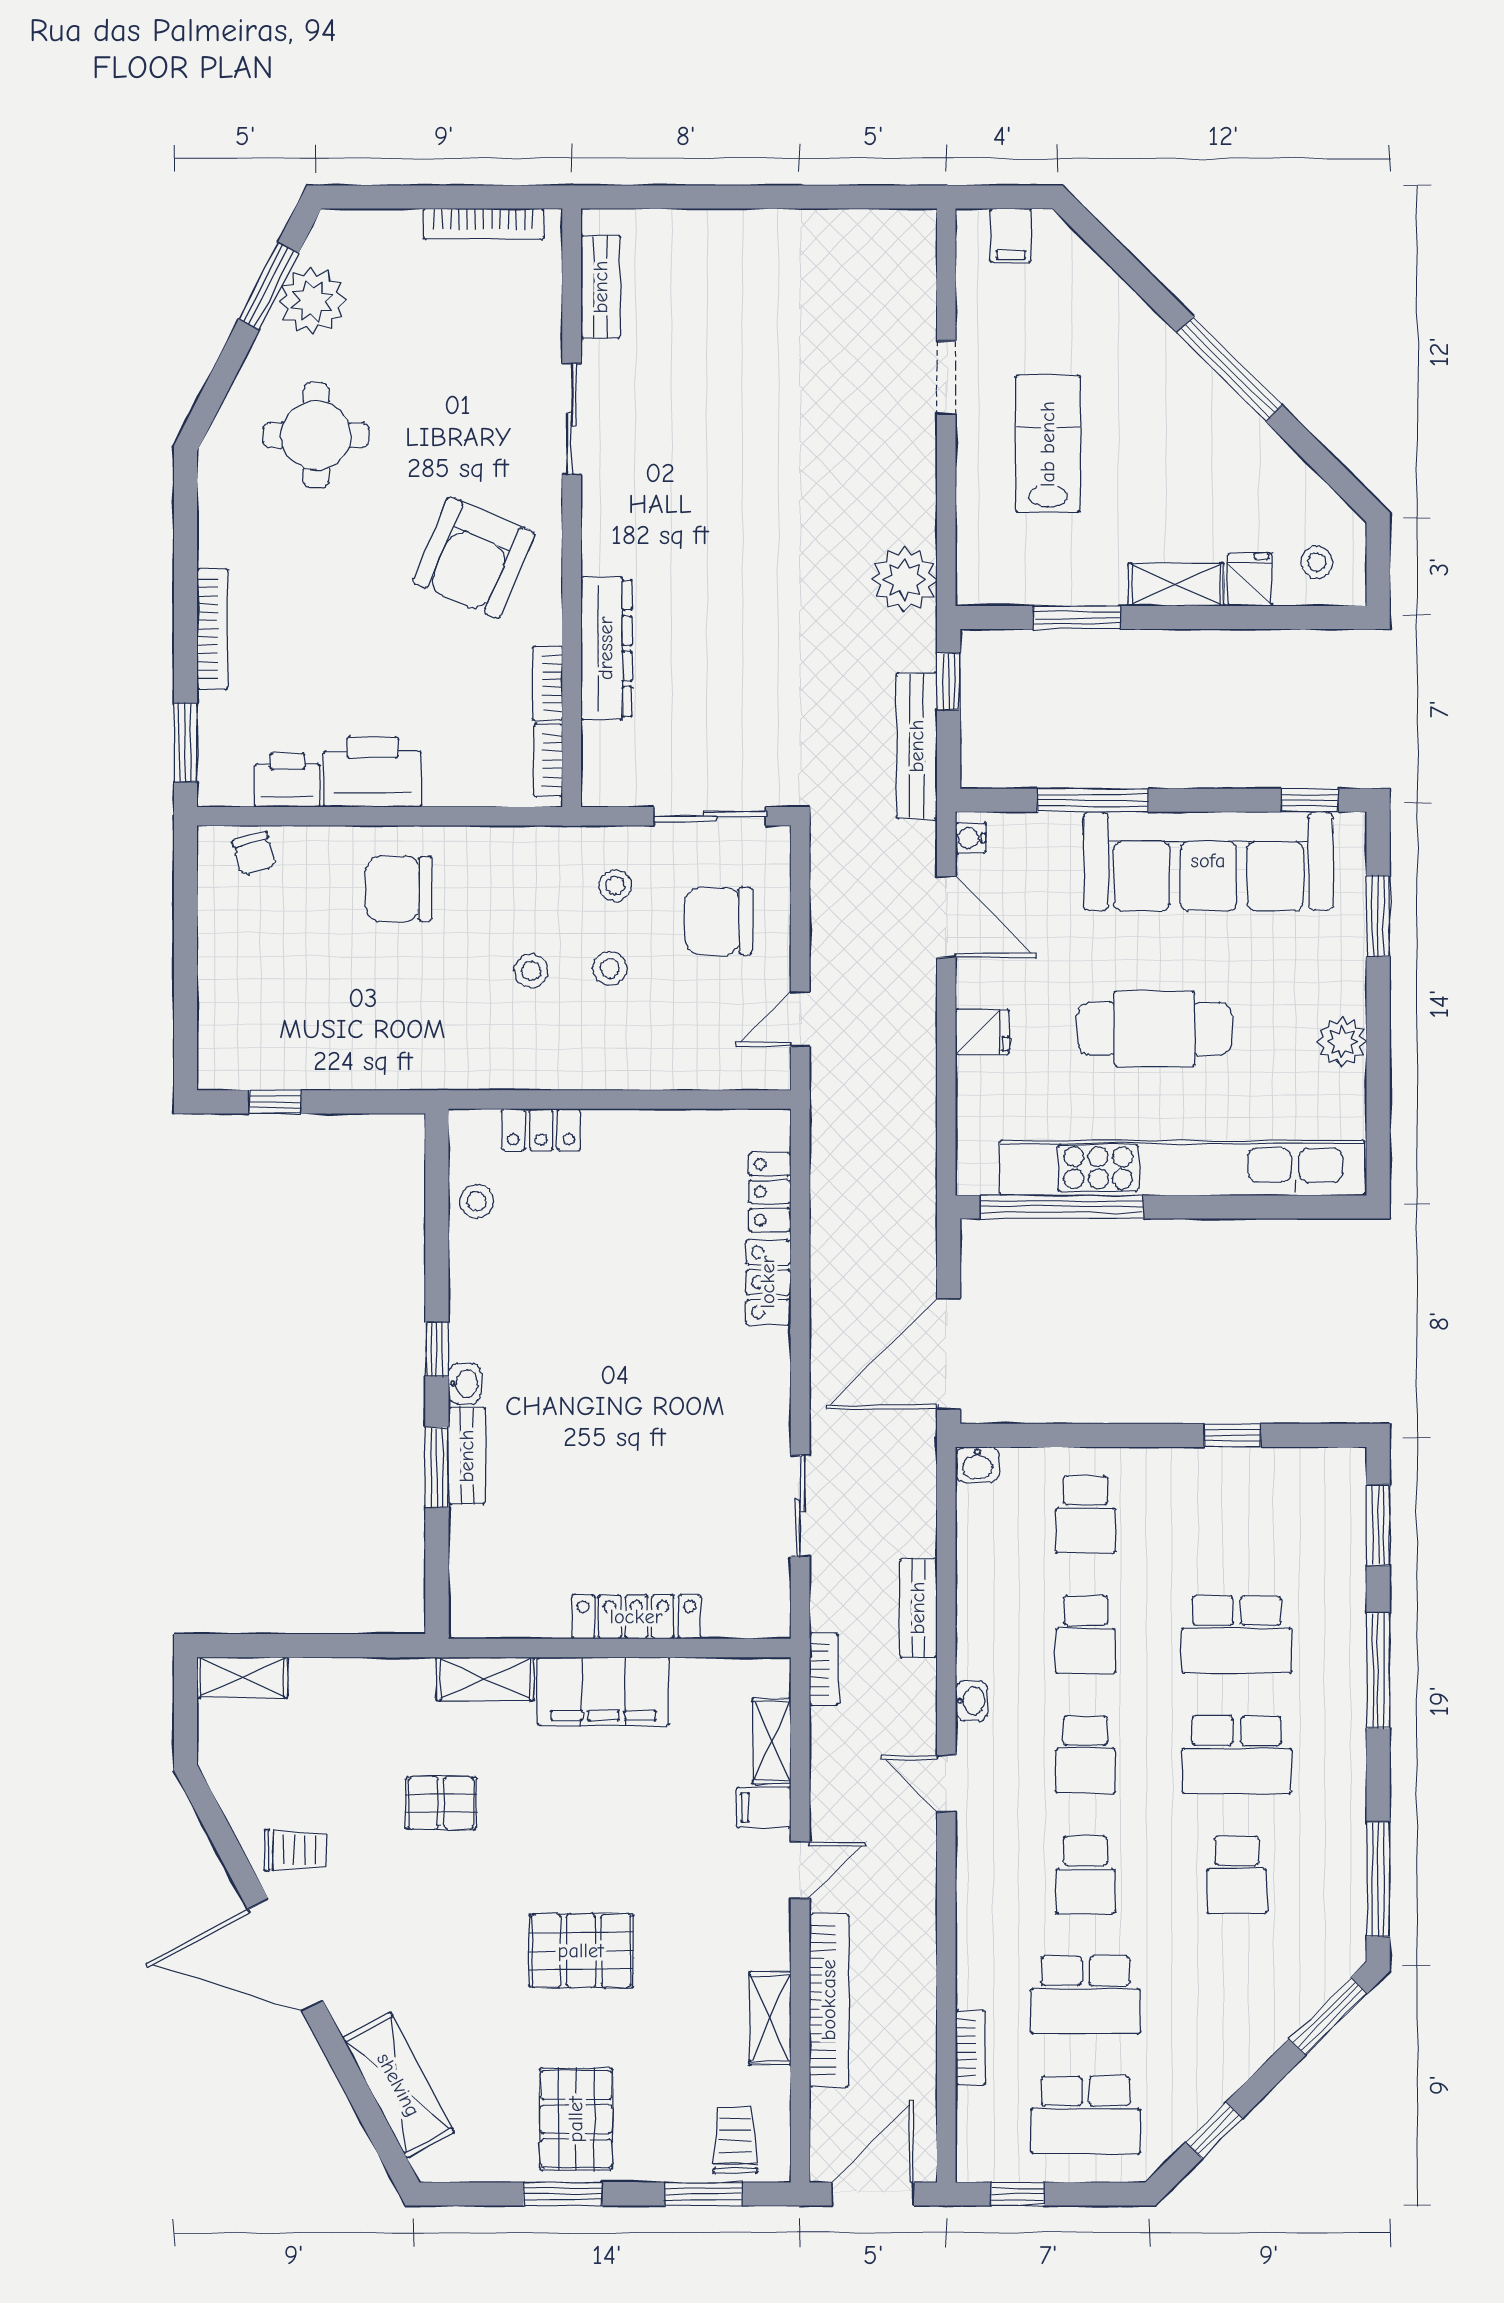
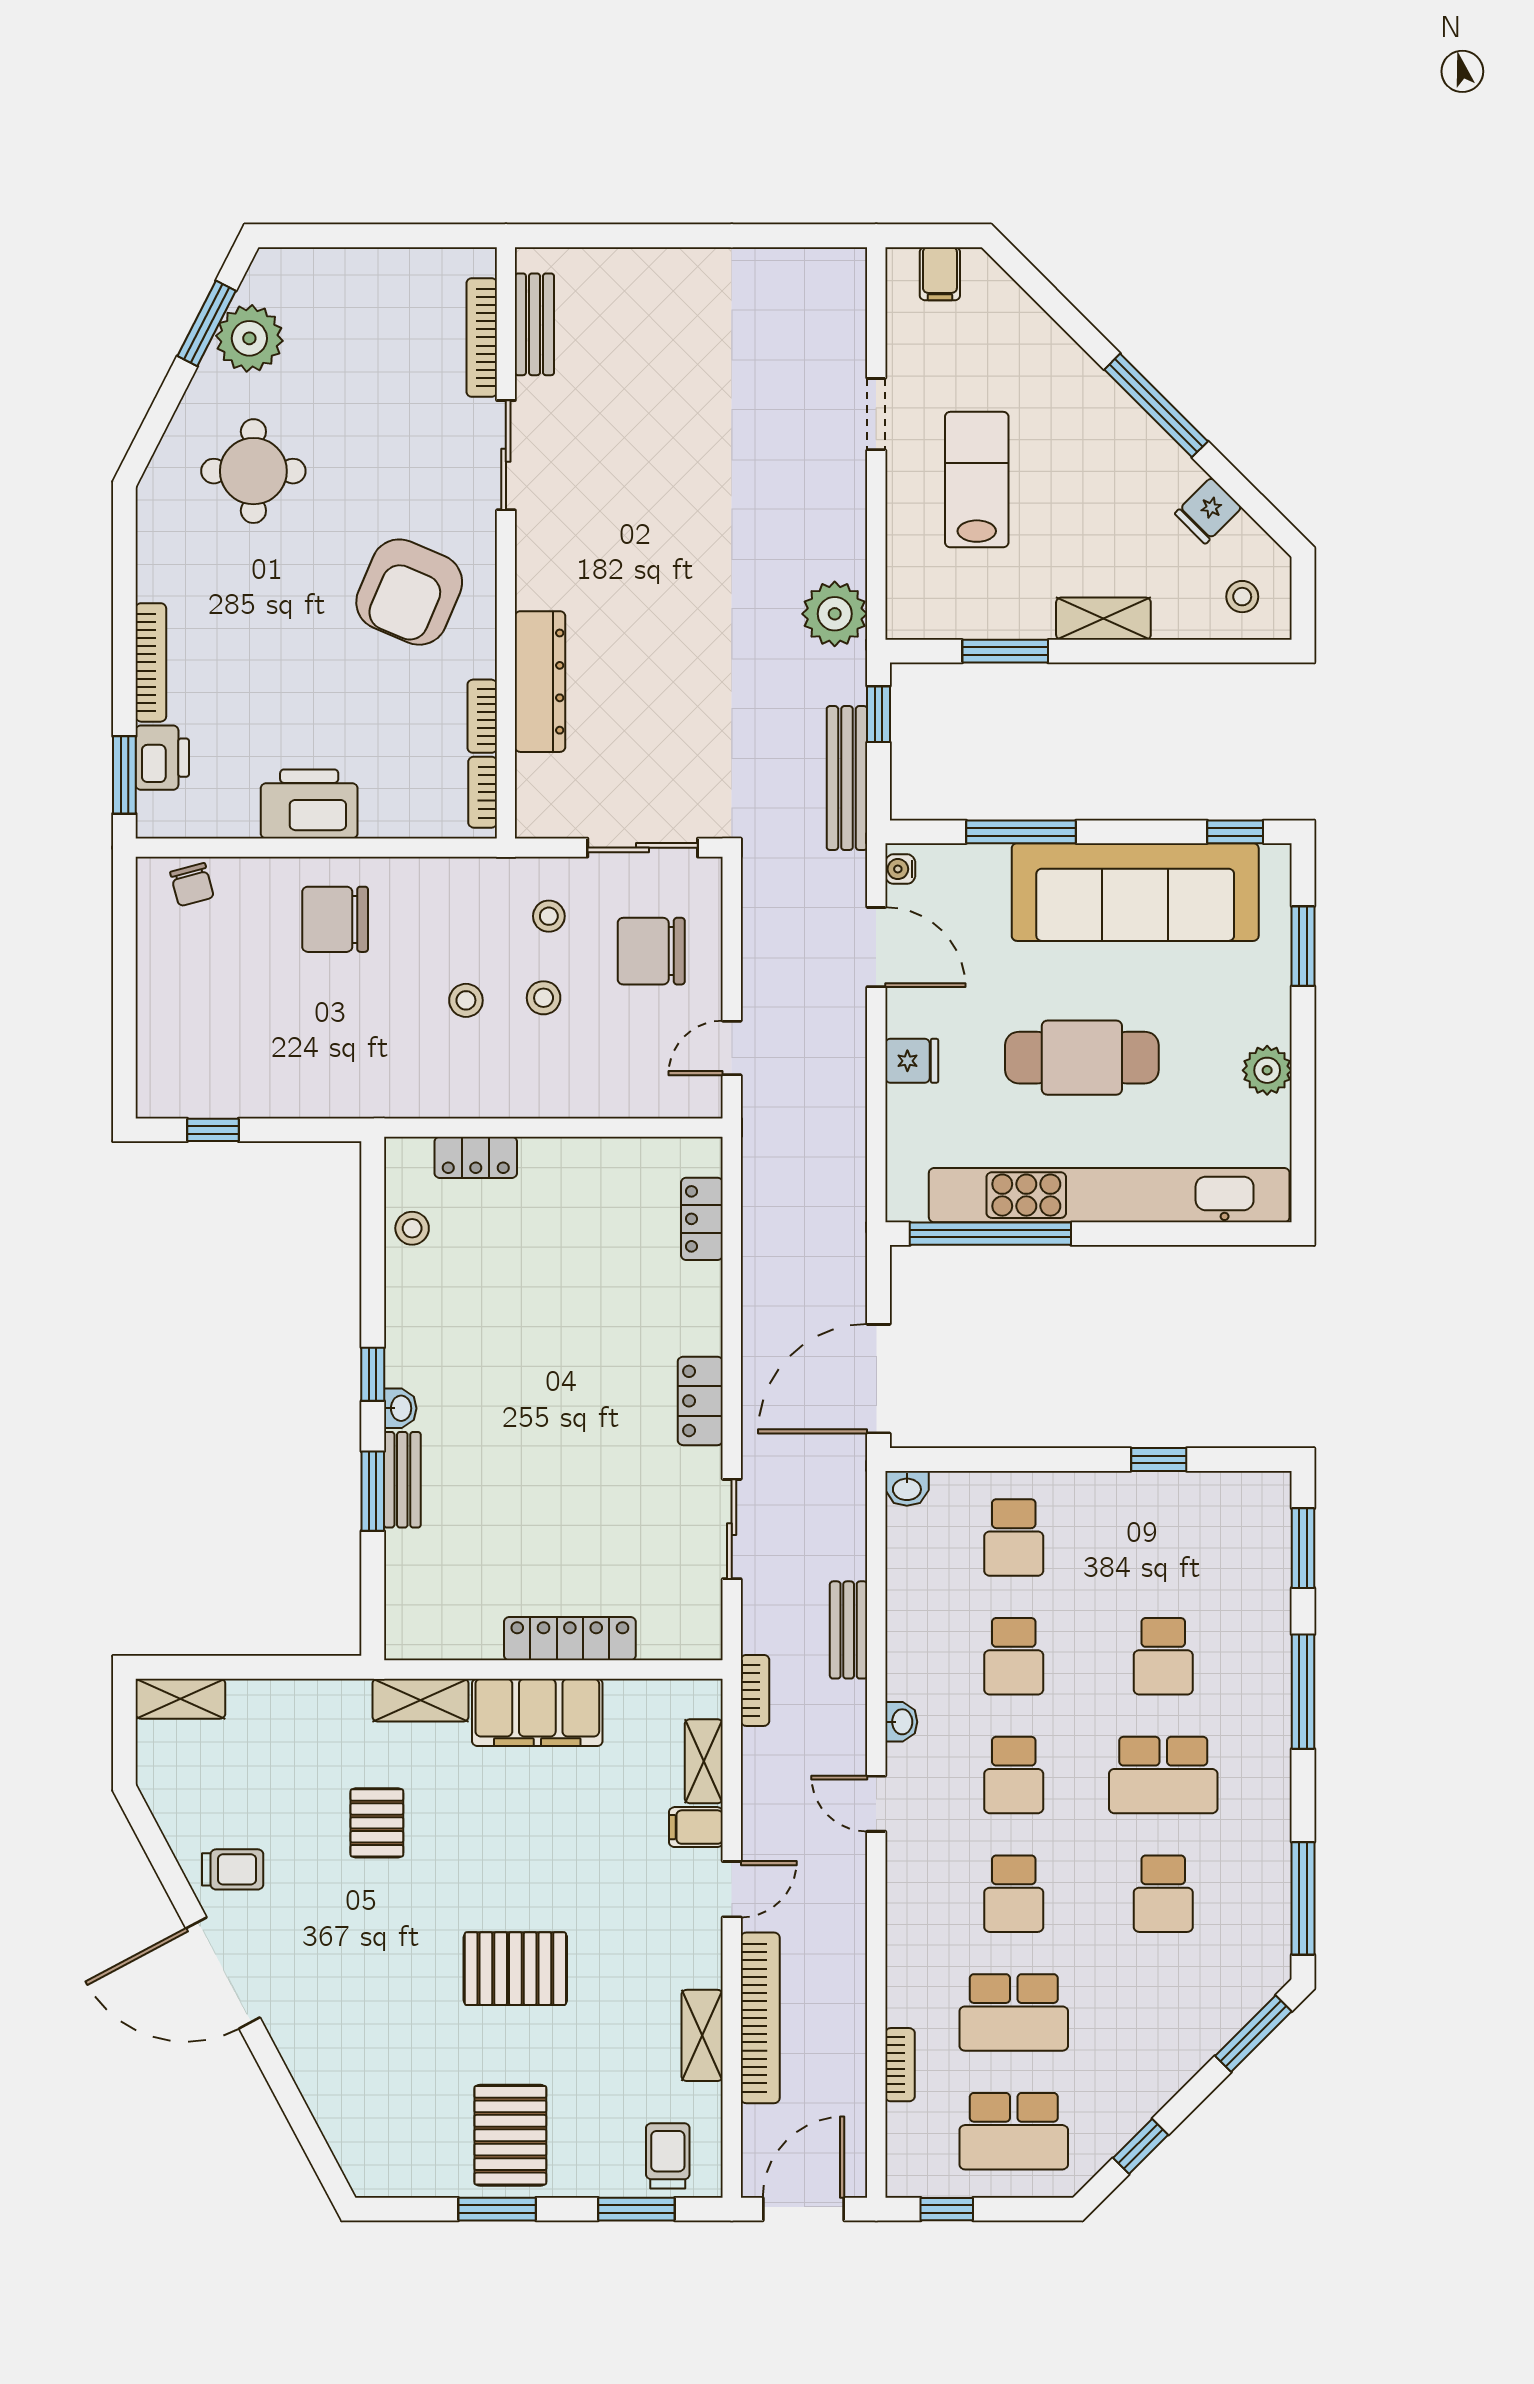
bookcase: (483, 224) -> (482, 337), moved, turned 90
fridge: (1250, 580) -> (1208, 511), moved, turned -135
printer: (287, 780) -> (162, 758), moved, turned 90
locker: (768, 1282) -> (700, 1401), moved
school desk: (1237, 1634) -> (1163, 1656), width x0.54
pallet: (441, 1803) -> (377, 1823), turned 90
shelving: (398, 2085) -> (335, 2101), removed

